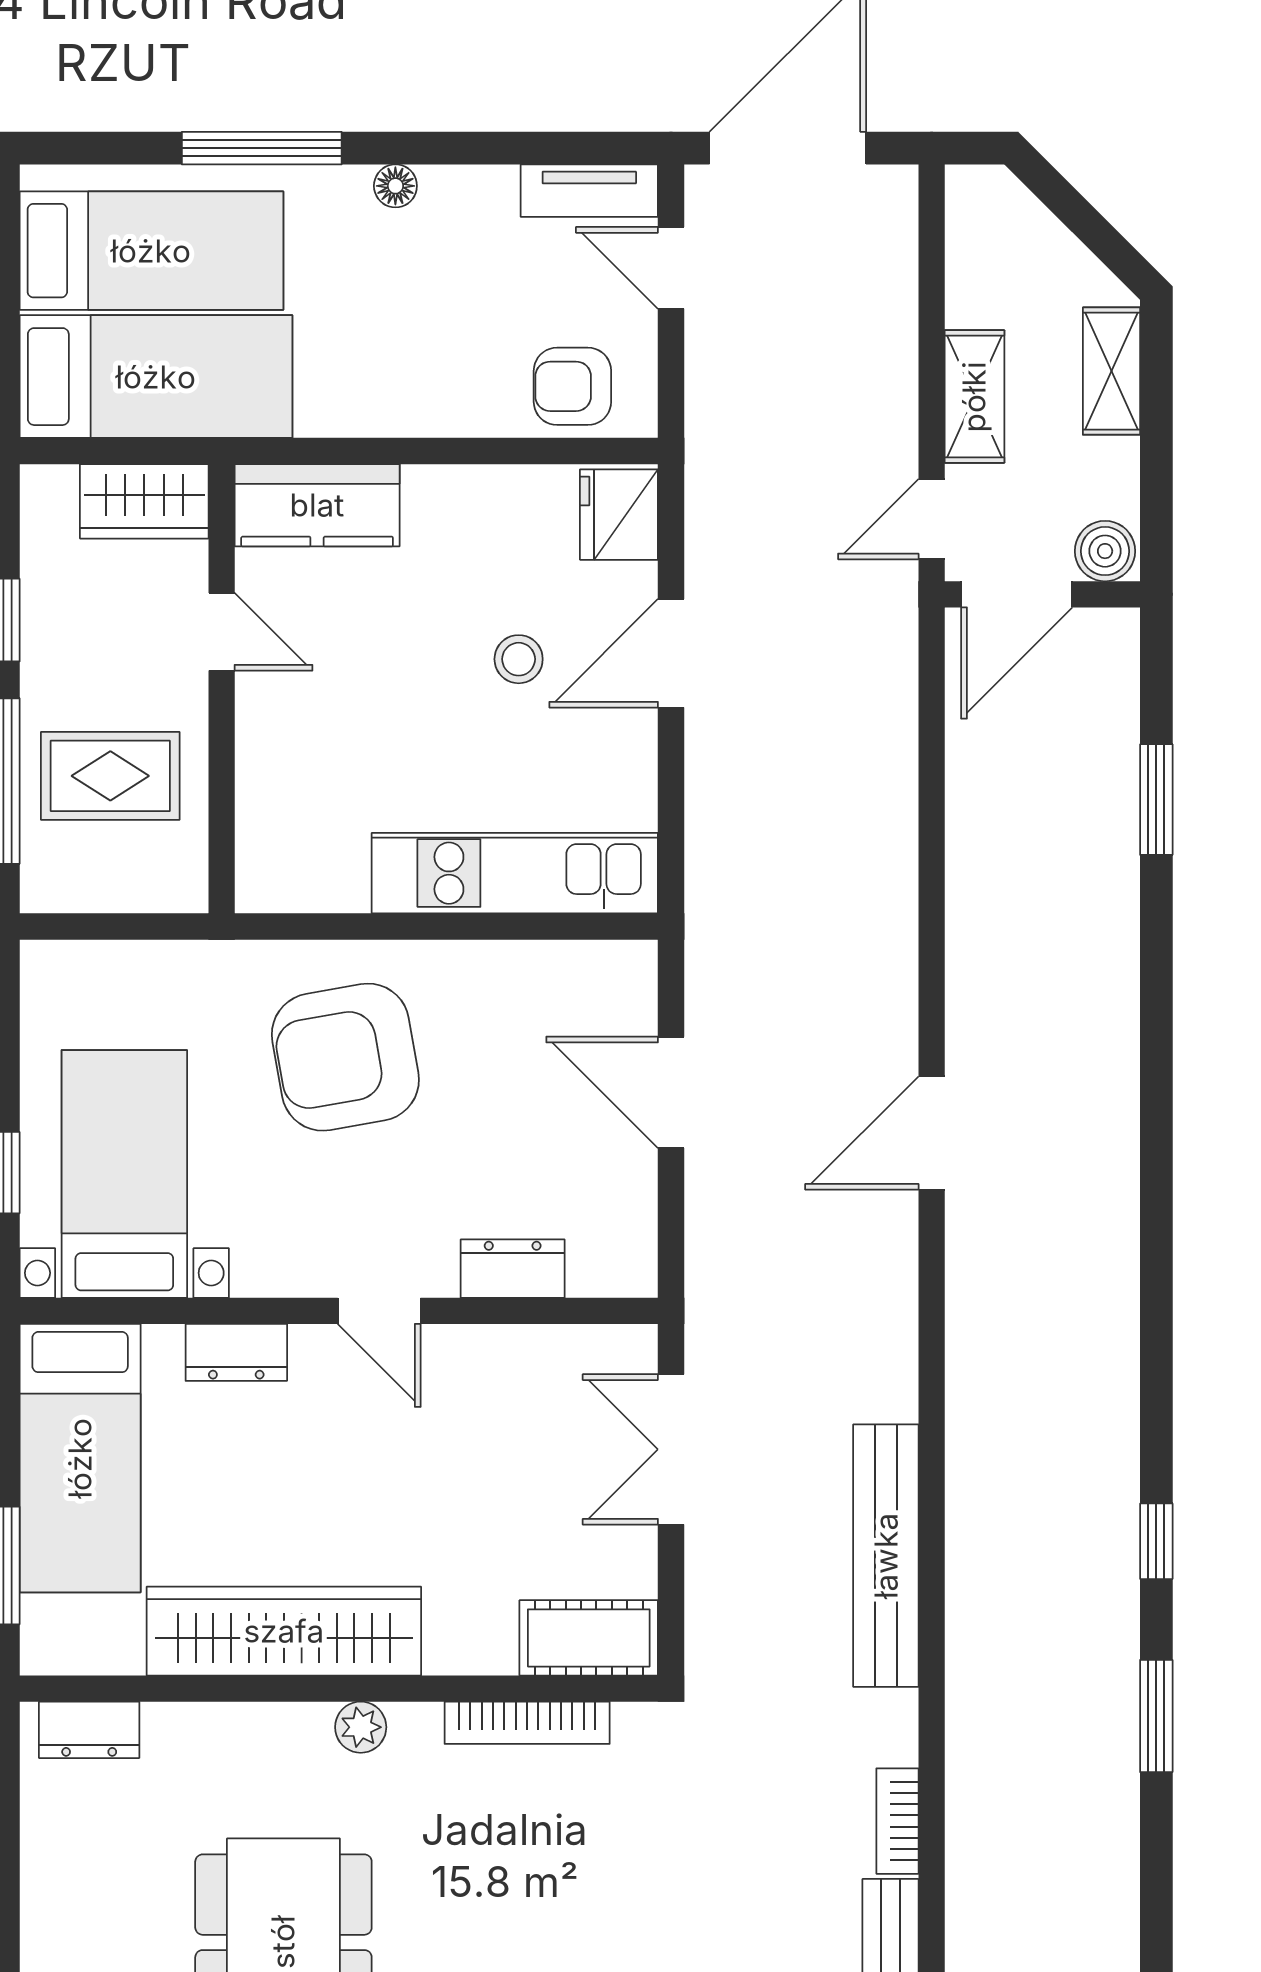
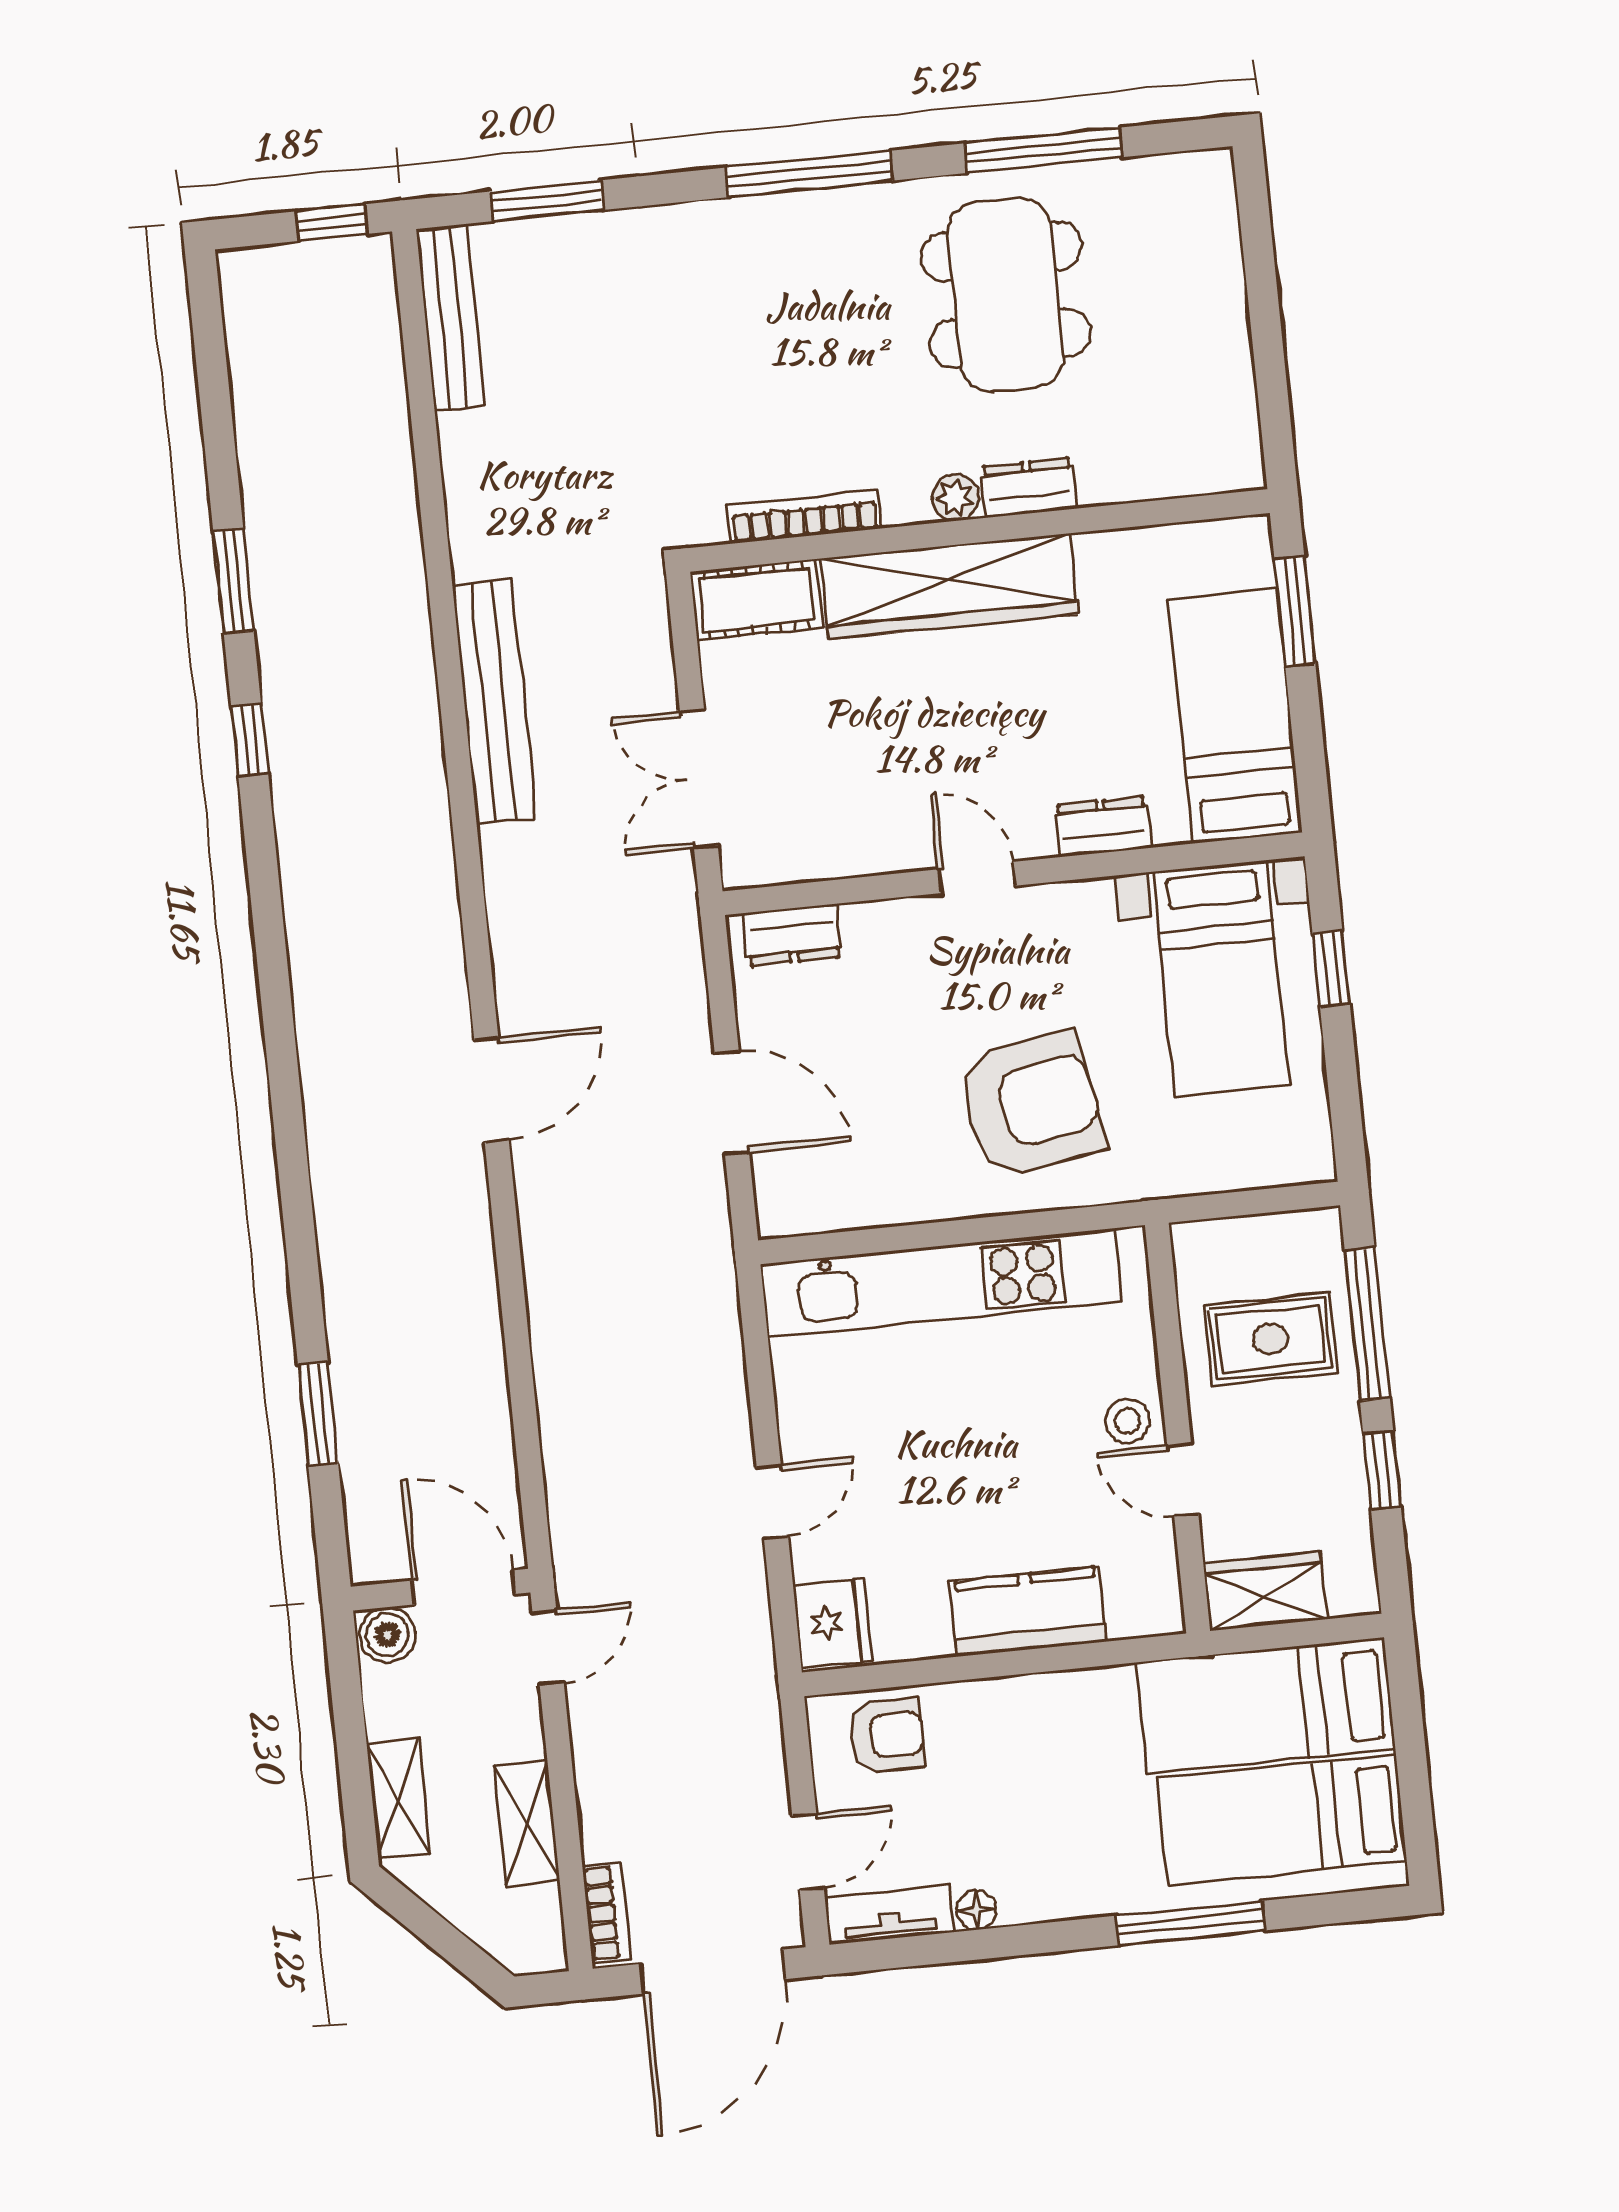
floor lamp: (395, 186) -> (977, 1910), moved
door: (671, 268) -> (808, 1852), hinge flipped
shelving: (974, 397) -> (527, 1823), moved
kitchen counter: (317, 505) -> (1028, 1612), moved
door: (1017, 594) -> (464, 1587), hinge flipped
door: (671, 653) -> (772, 1502), width x0.73
stool: (519, 659) -> (1128, 1421), moved
kitchen unit: (515, 873) -> (941, 1283), width x1.36
dresser: (513, 1269) -> (792, 935), moved
double door: (671, 1449) -> (699, 778), swing flipped
wardrobe: (284, 1631) -> (949, 586), moved
dresser: (89, 1730) -> (1029, 488), moved
bookcase: (897, 1821) -> (606, 1913), moved

